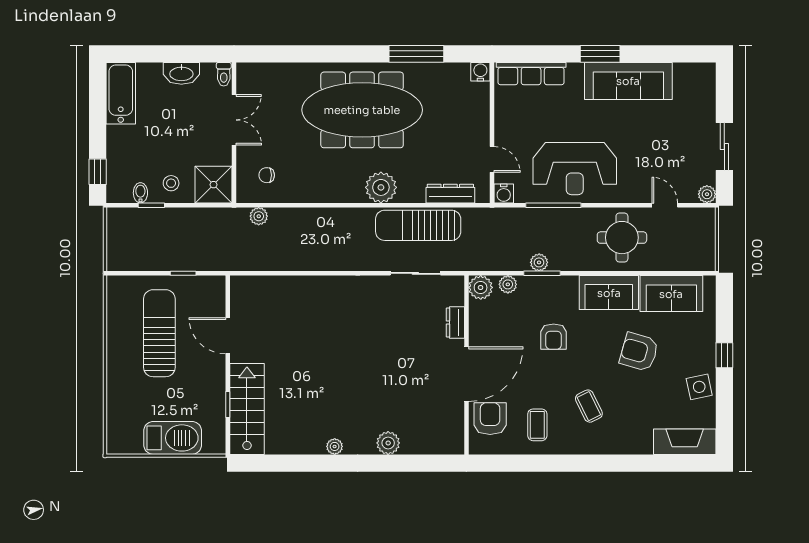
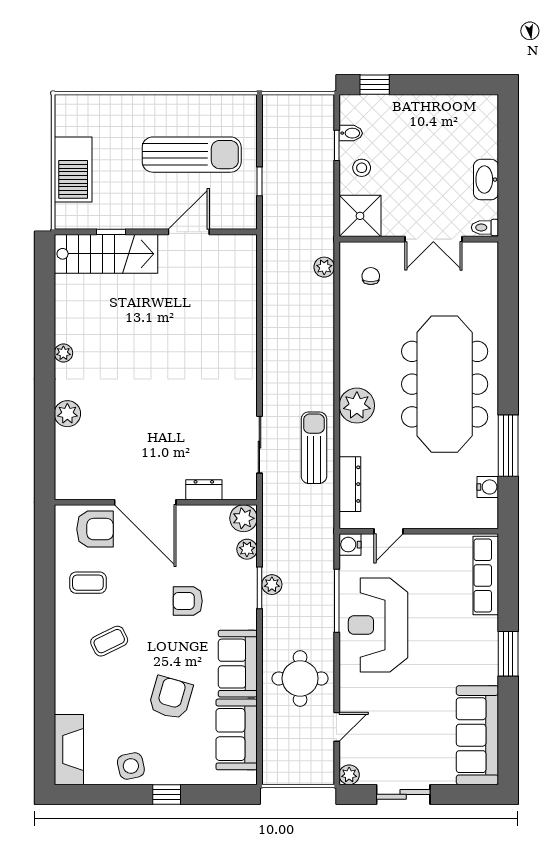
water cooler: (480, 72) -> (488, 487), moved
sofa: (628, 81) -> (477, 735), moved
bathtub: (121, 93) -> (464, 111), removed
sun lounger: (418, 225) -> (314, 448), width x0.73, depth x0.75

